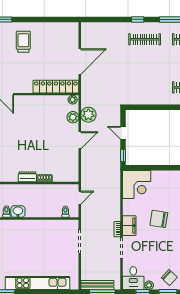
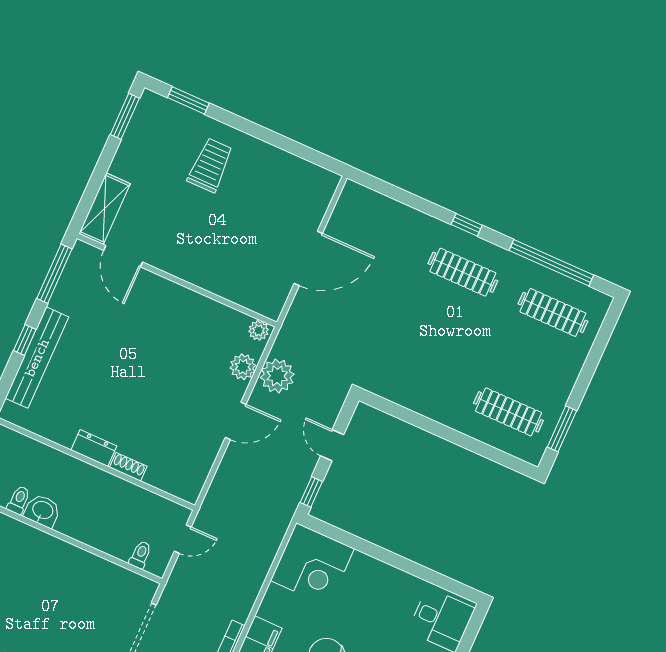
locker: (56, 87) -> (236, 288), removed

